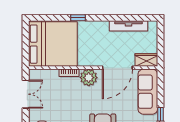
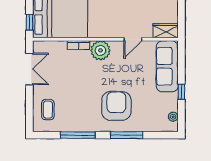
window: (26, 53) -> (29, 22), added
door: (117, 68) -> (133, 39), width x0.53

